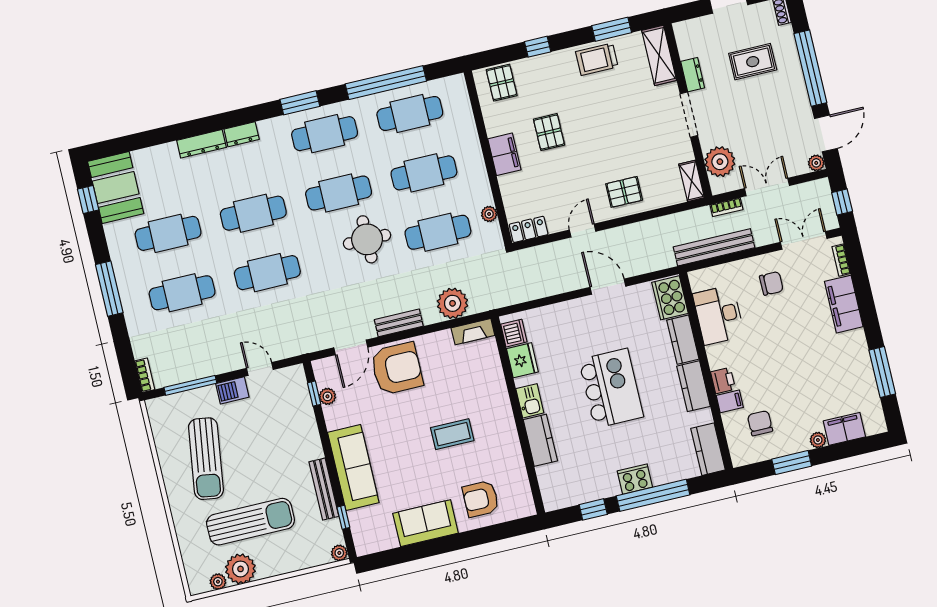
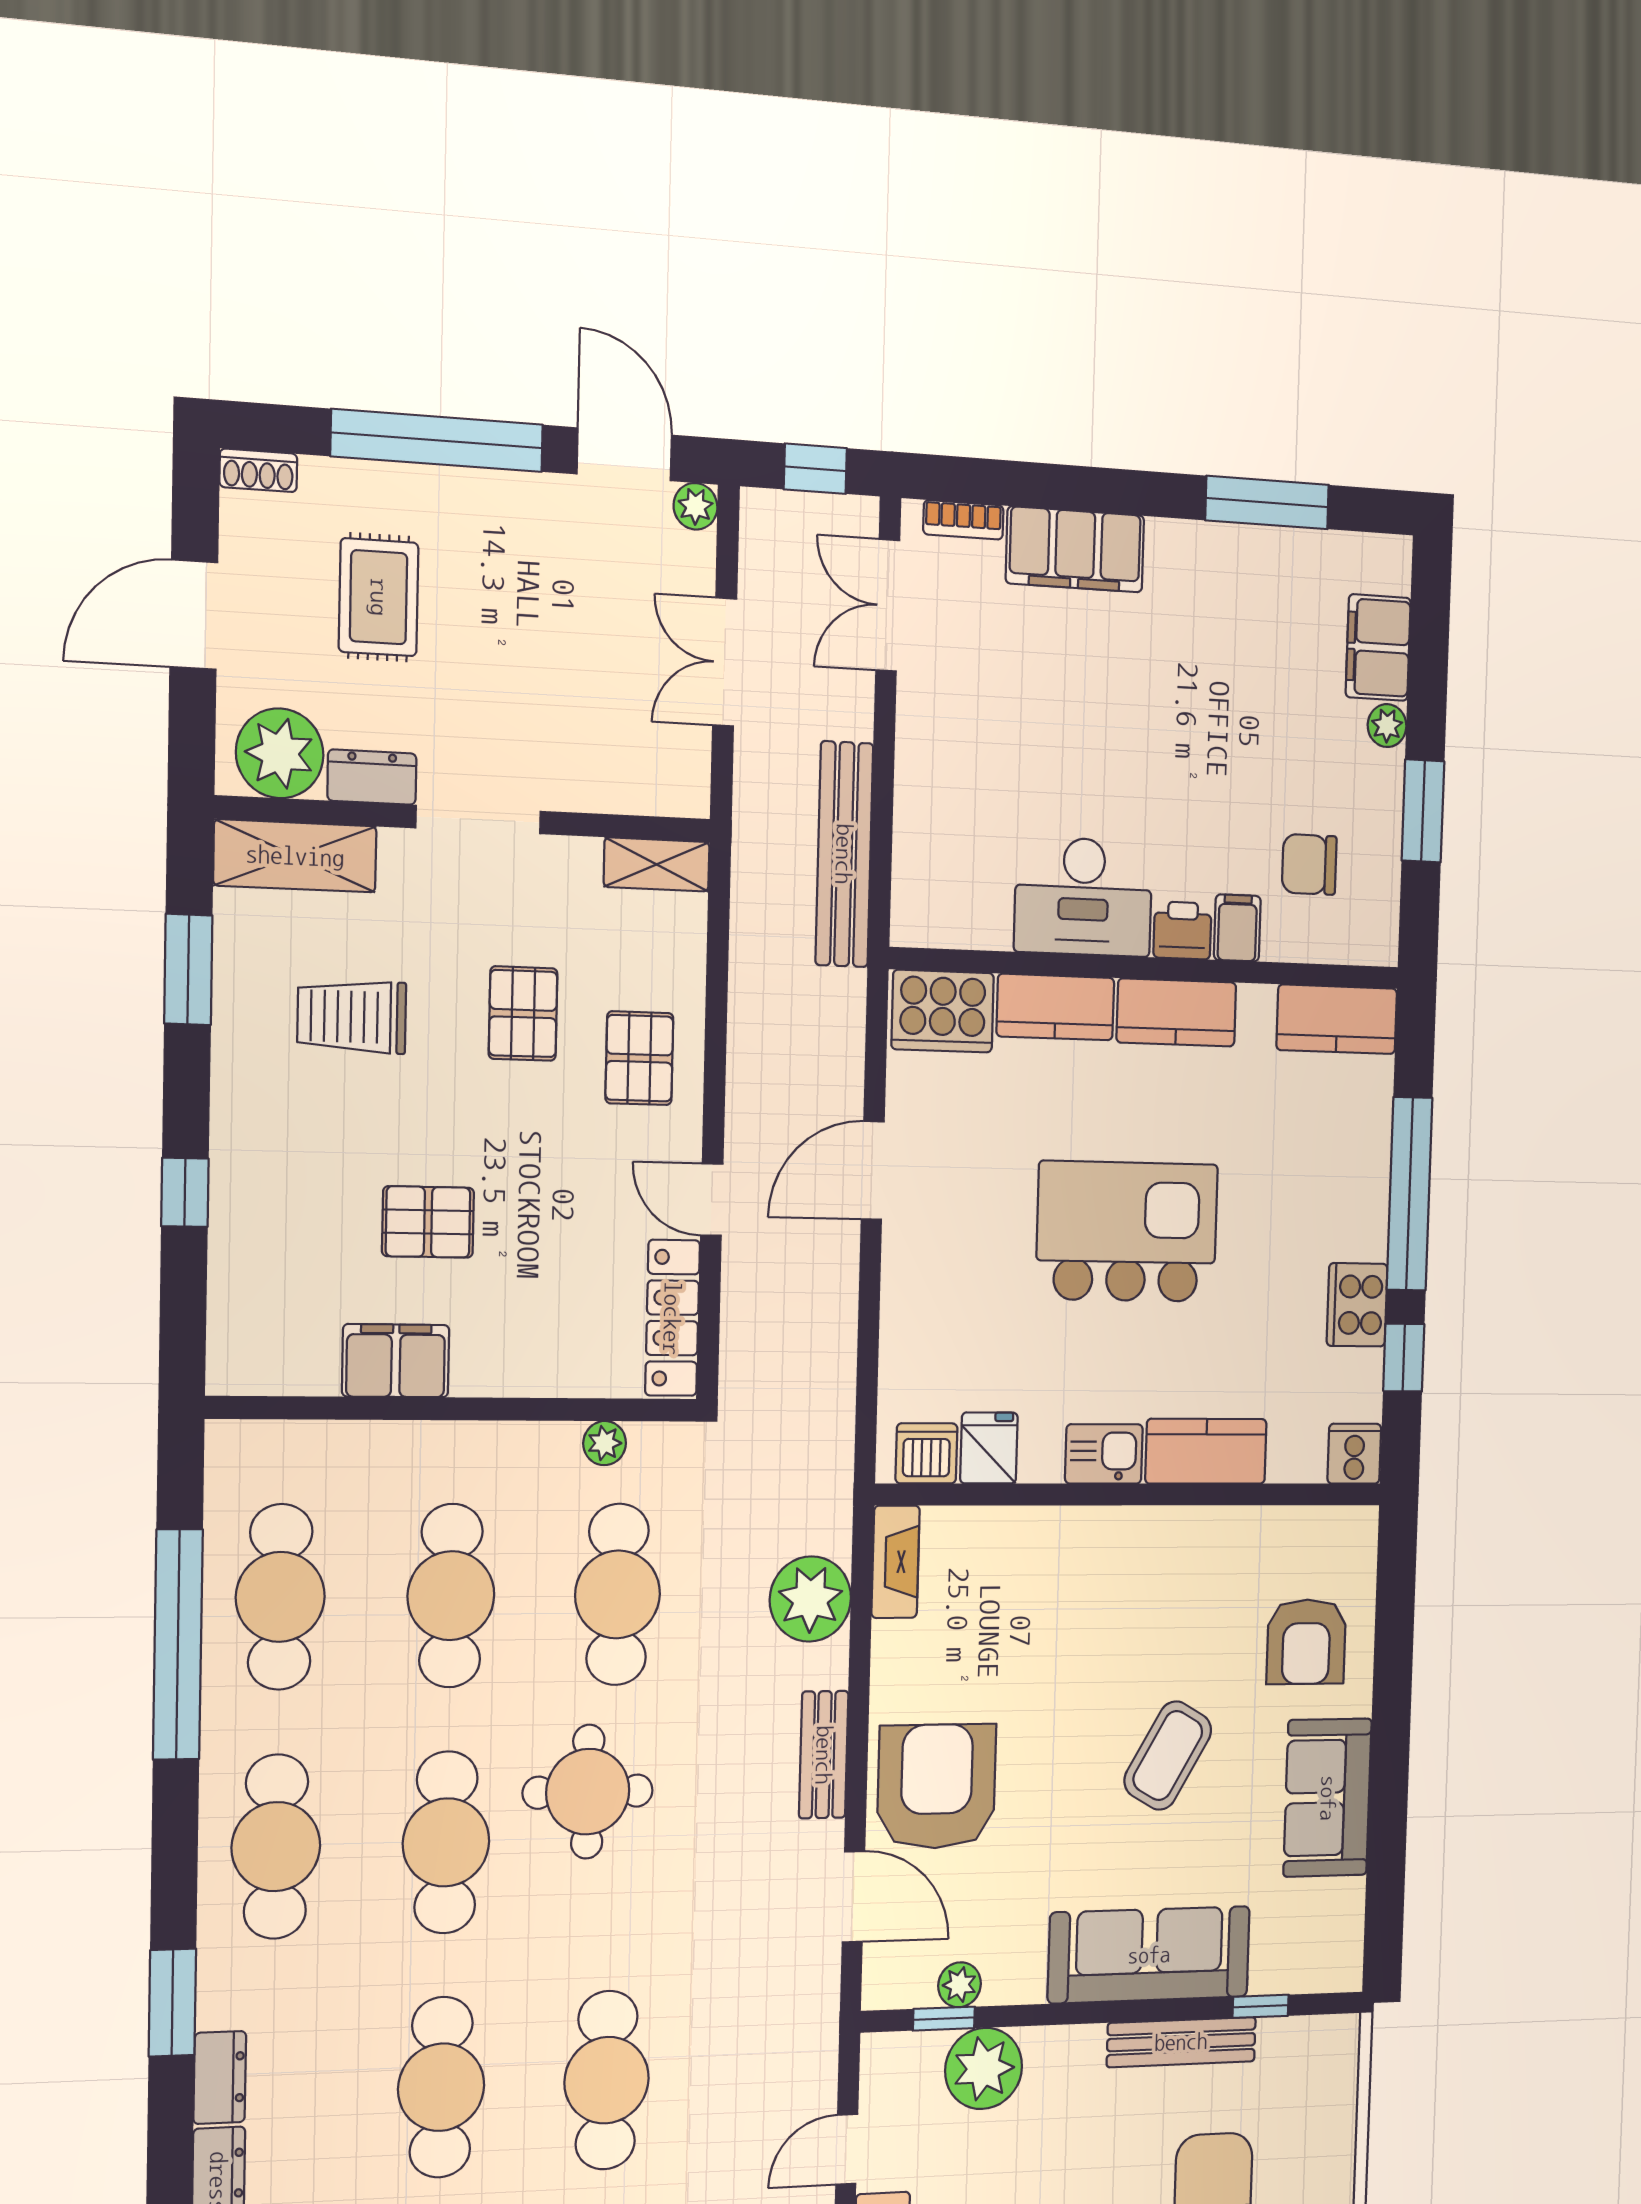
trolley: (597, 59) -> (352, 1017), moved, turned 90
pallet: (502, 83) -> (523, 1014), moved, turned 90
window: (300, 103) -> (172, 2003), moved
filing cabinet: (504, 154) -> (396, 1361), moved
plant: (720, 162) -> (280, 753), moved
bookcase: (726, 207) -> (749, 789), removed
locker: (529, 229) -> (672, 1318), width x1.53
chair: (771, 283) -> (975, 727), removed
desk: (718, 315) -> (1083, 897), moved
fridge: (522, 360) -> (989, 1448), width x0.72
coffee table: (452, 434) -> (1168, 1756), moved, turned 30
cooker: (635, 479) -> (1357, 1305), moved
cooker: (553, 499) -> (1354, 1454), added
plant: (339, 553) -> (984, 2068), moved, width x1.88, depth x1.88

